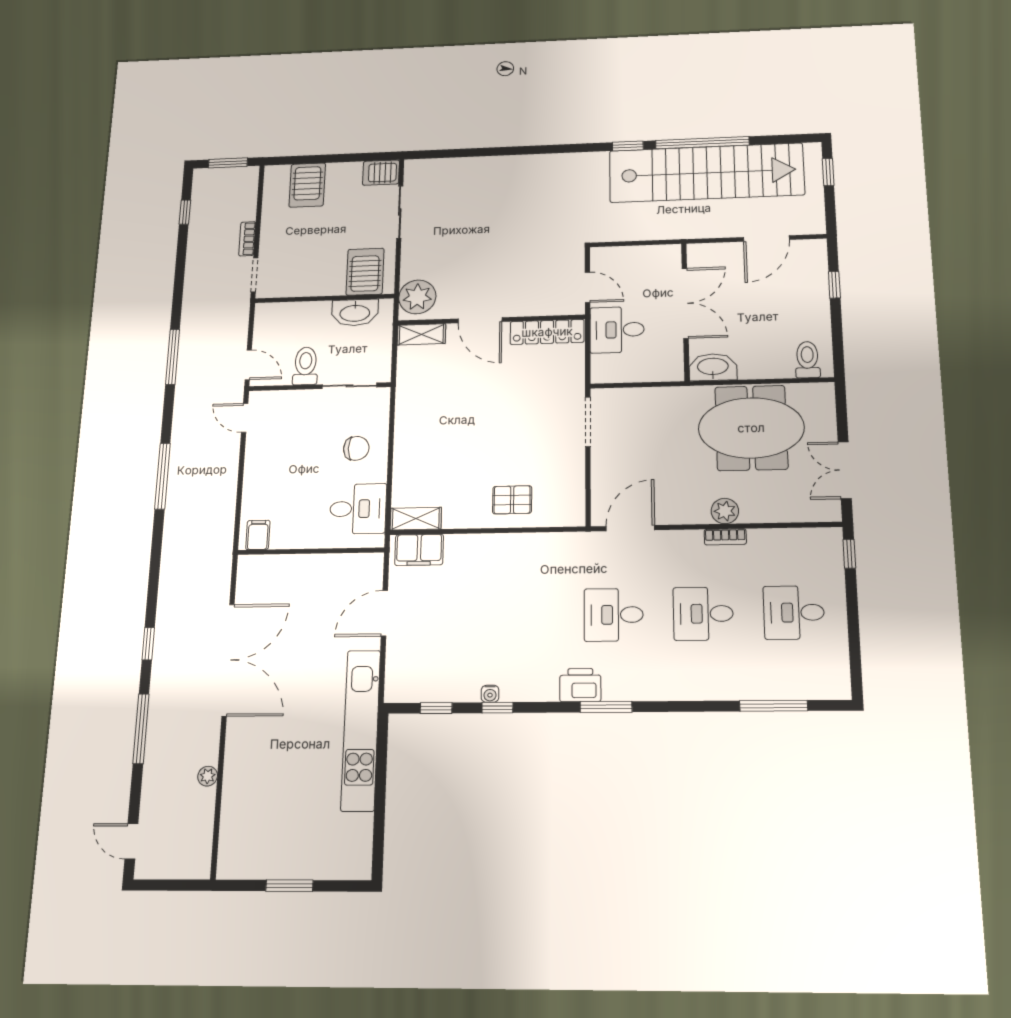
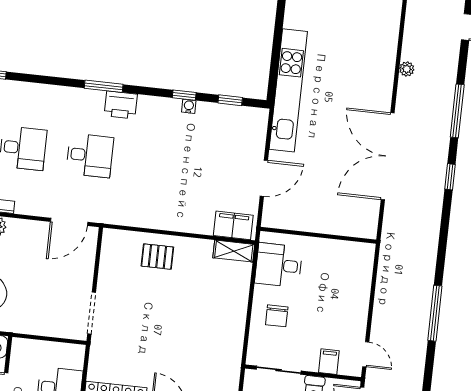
chair: (356, 448) -> (277, 316), turned -90
filing cabinet: (258, 535) -> (329, 362), moved, turned 180

